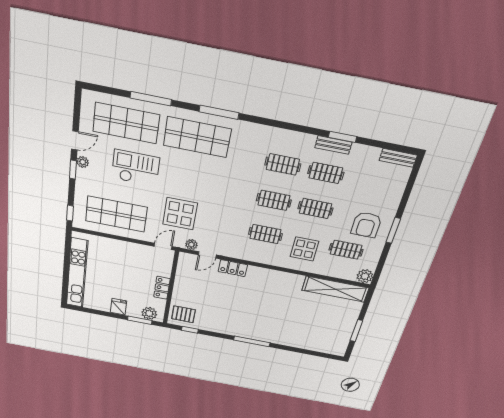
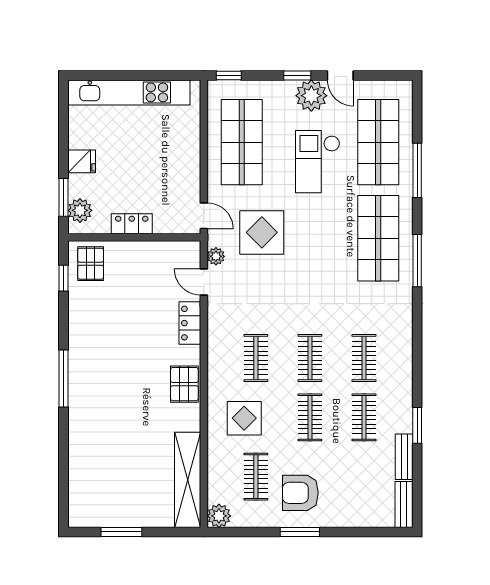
bench: (333, 145) -> (404, 457), moved
plant: (83, 162) -> (311, 96), width x1.87, depth x1.87
checkout: (136, 168) -> (318, 162), turned 180
pallet: (272, 279) -> (184, 384), added

